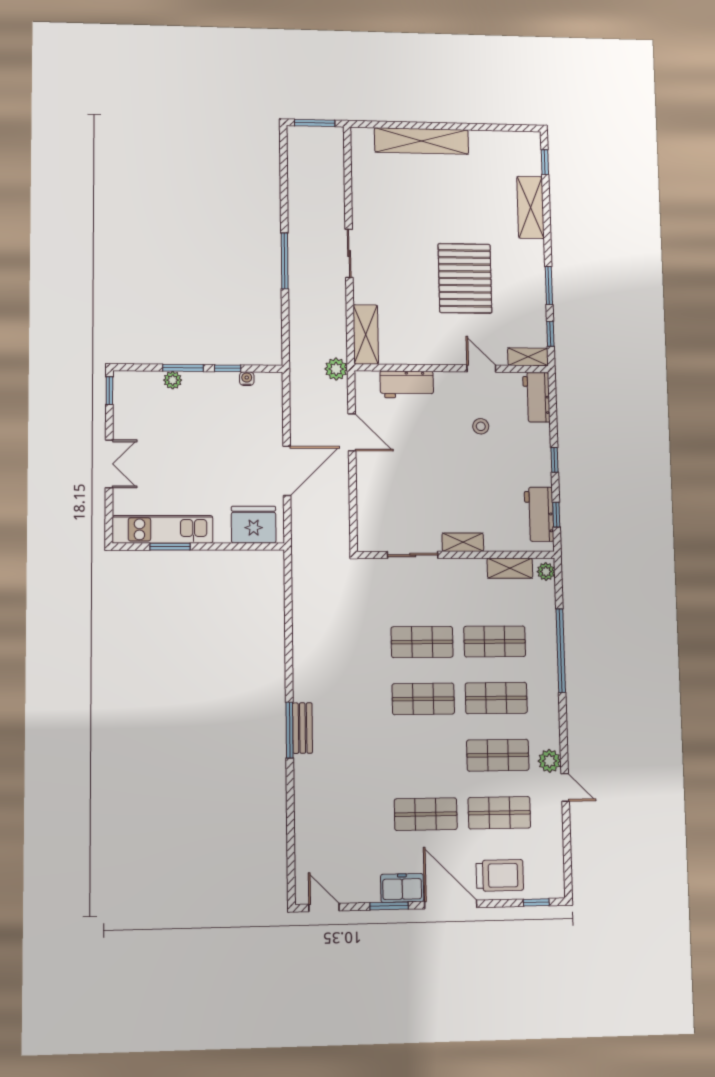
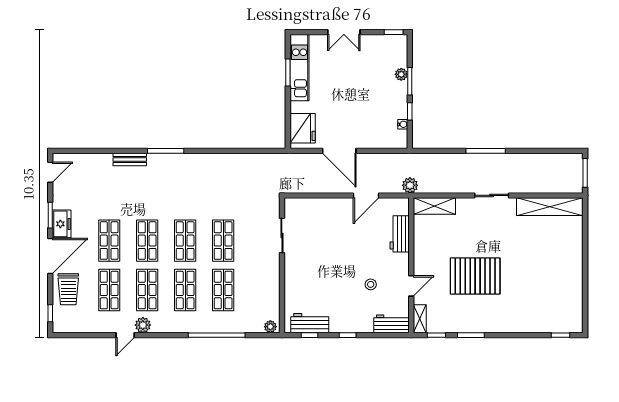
shelving: (422, 141) -> (550, 207), moved, turned 90
shelving: (531, 207) -> (527, 324), removed
shelving: (463, 542) -> (291, 270), removed
shelving: (510, 568) -> (273, 302), removed
bench: (303, 728) -> (130, 160), moved
shop shelf: (424, 756) -> (147, 241), added

